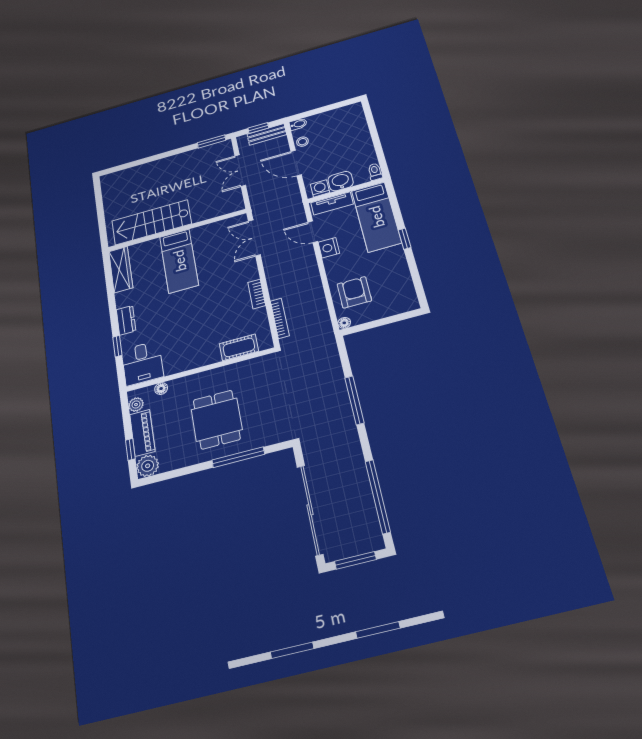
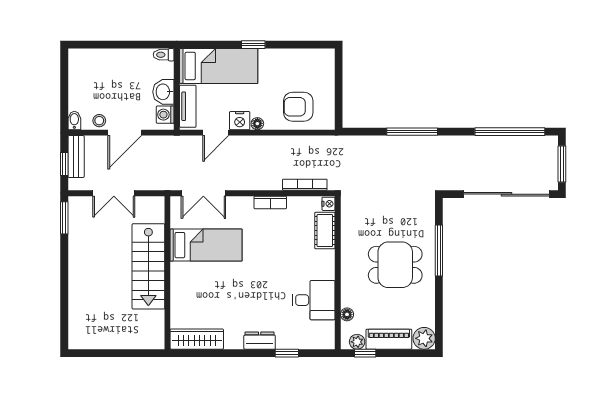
stairs: (152, 222) -> (148, 266), moved
bed: (179, 261) -> (206, 245), moved
floor lamp: (344, 323) -> (257, 124), moved
nightstand: (265, 344) -> (328, 204), added
desk: (142, 363) -> (314, 300), moved
window: (130, 449) -> (365, 353), moved

